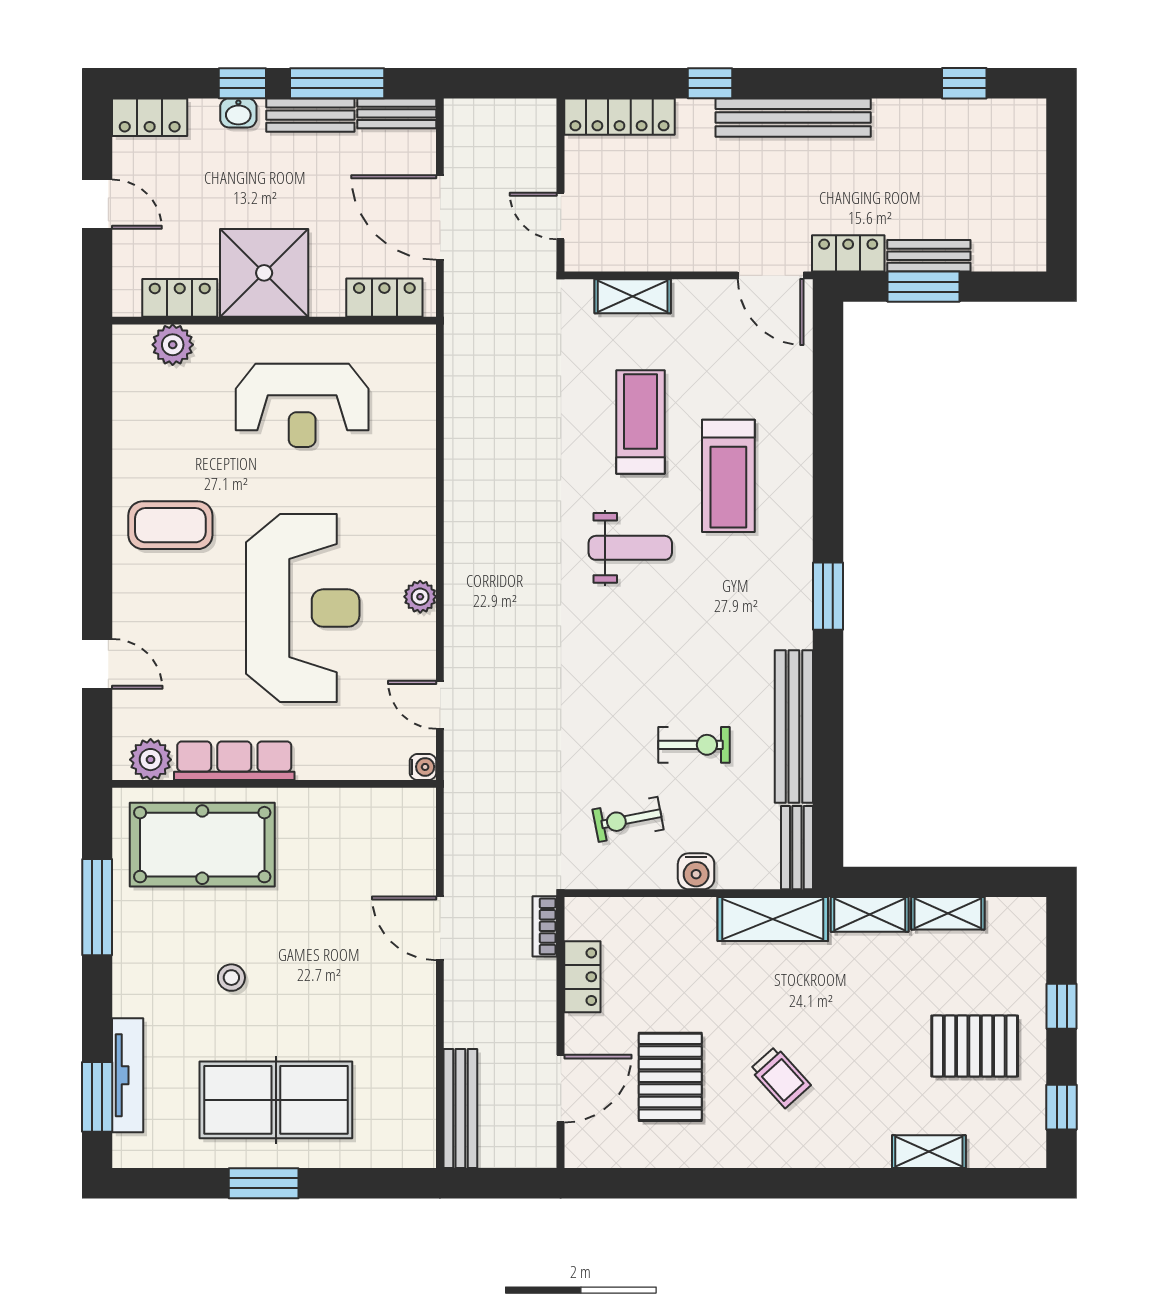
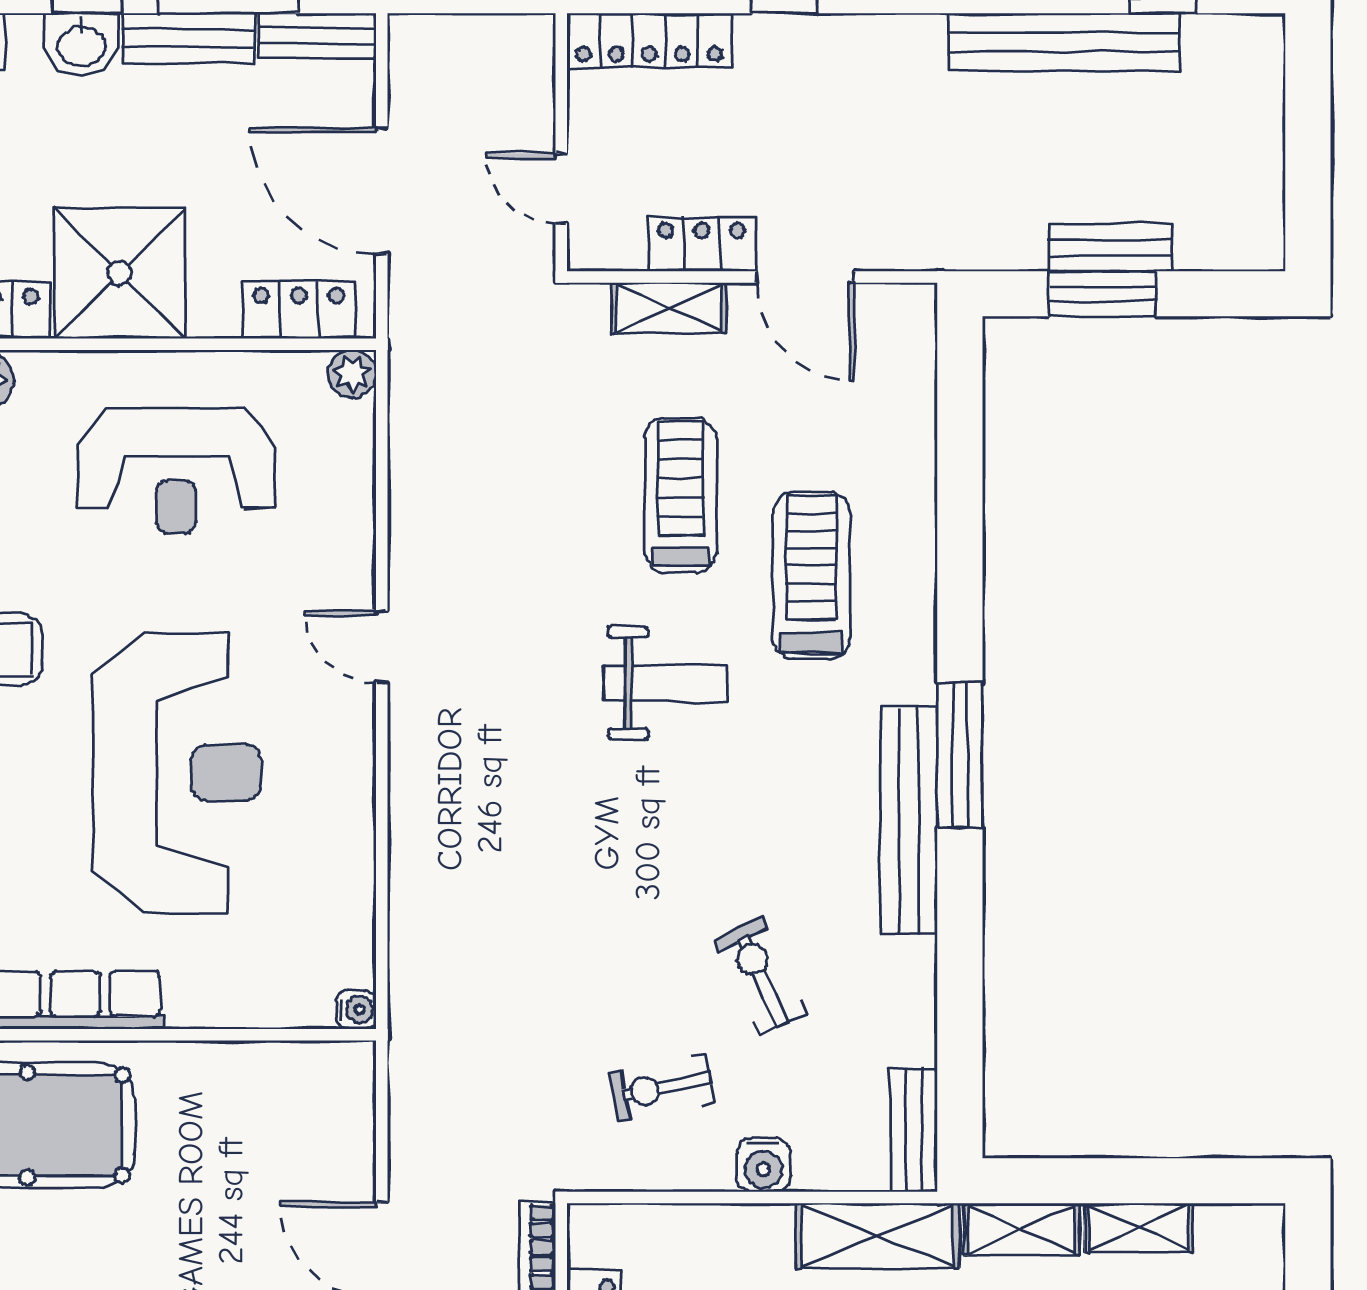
washbasin: (238, 113) -> (81, 45), width x1.38, depth x1.45
bench: (793, 118) -> (1064, 42), moved
locker: (848, 253) -> (702, 244), moved
door: (771, 275) -> (805, 277), moved
treadmill: (728, 476) -> (811, 576), turned 180
window: (828, 596) -> (960, 755), width x1.44
plant: (420, 597) -> (352, 374), moved
door: (440, 705) -> (382, 646), moved
bench: (794, 726) -> (909, 820), moved
exercise bike: (694, 745) -> (760, 977), turned -115

